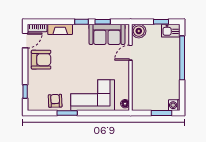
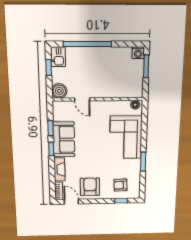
sofa: (107, 34) -> (64, 140), moved
armchair: (55, 101) -> (120, 185), moved

